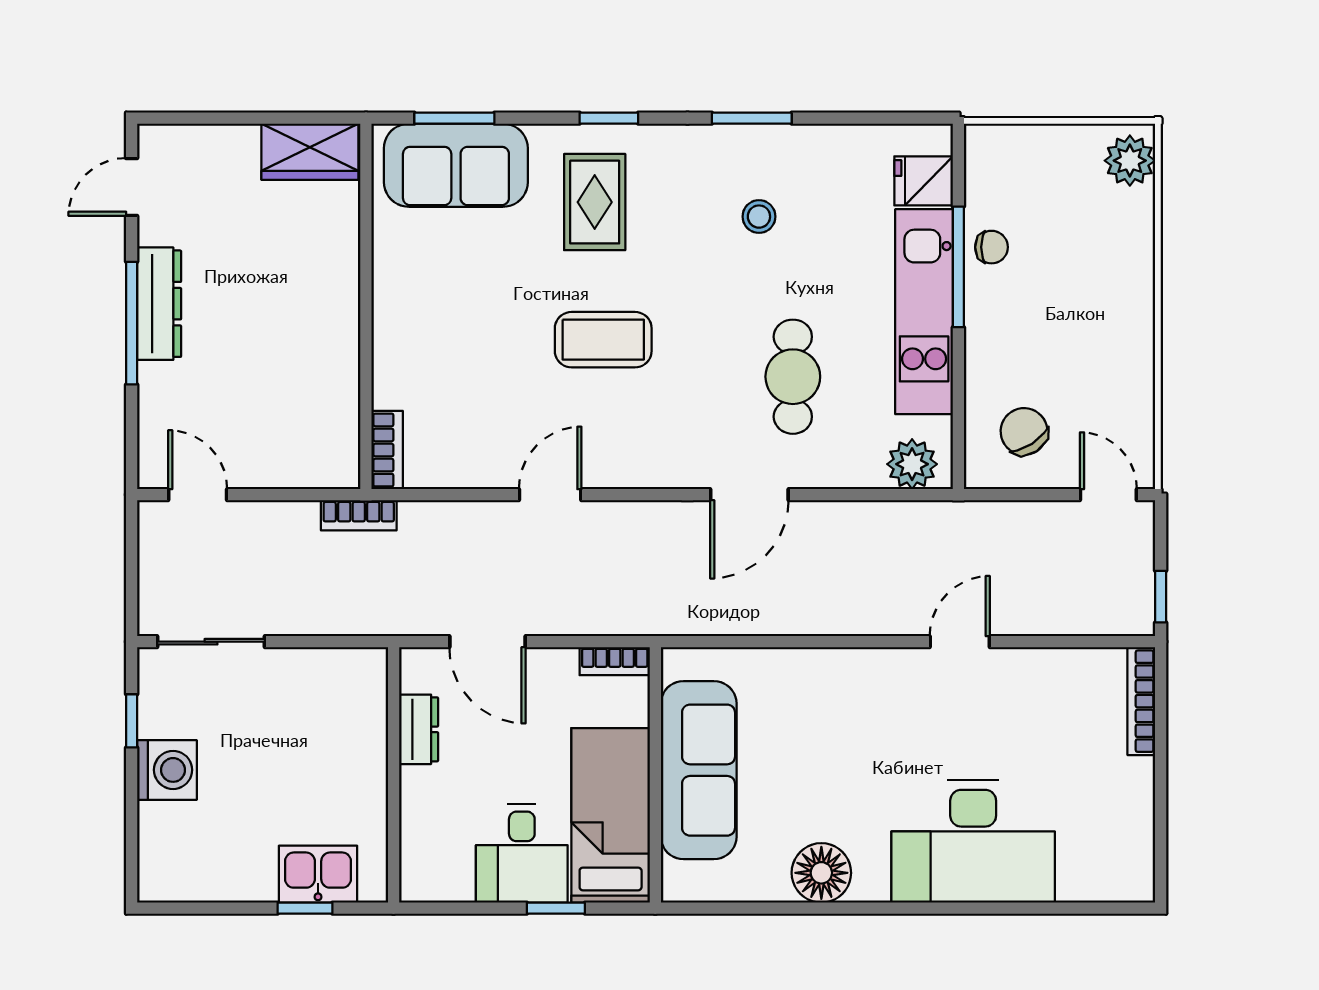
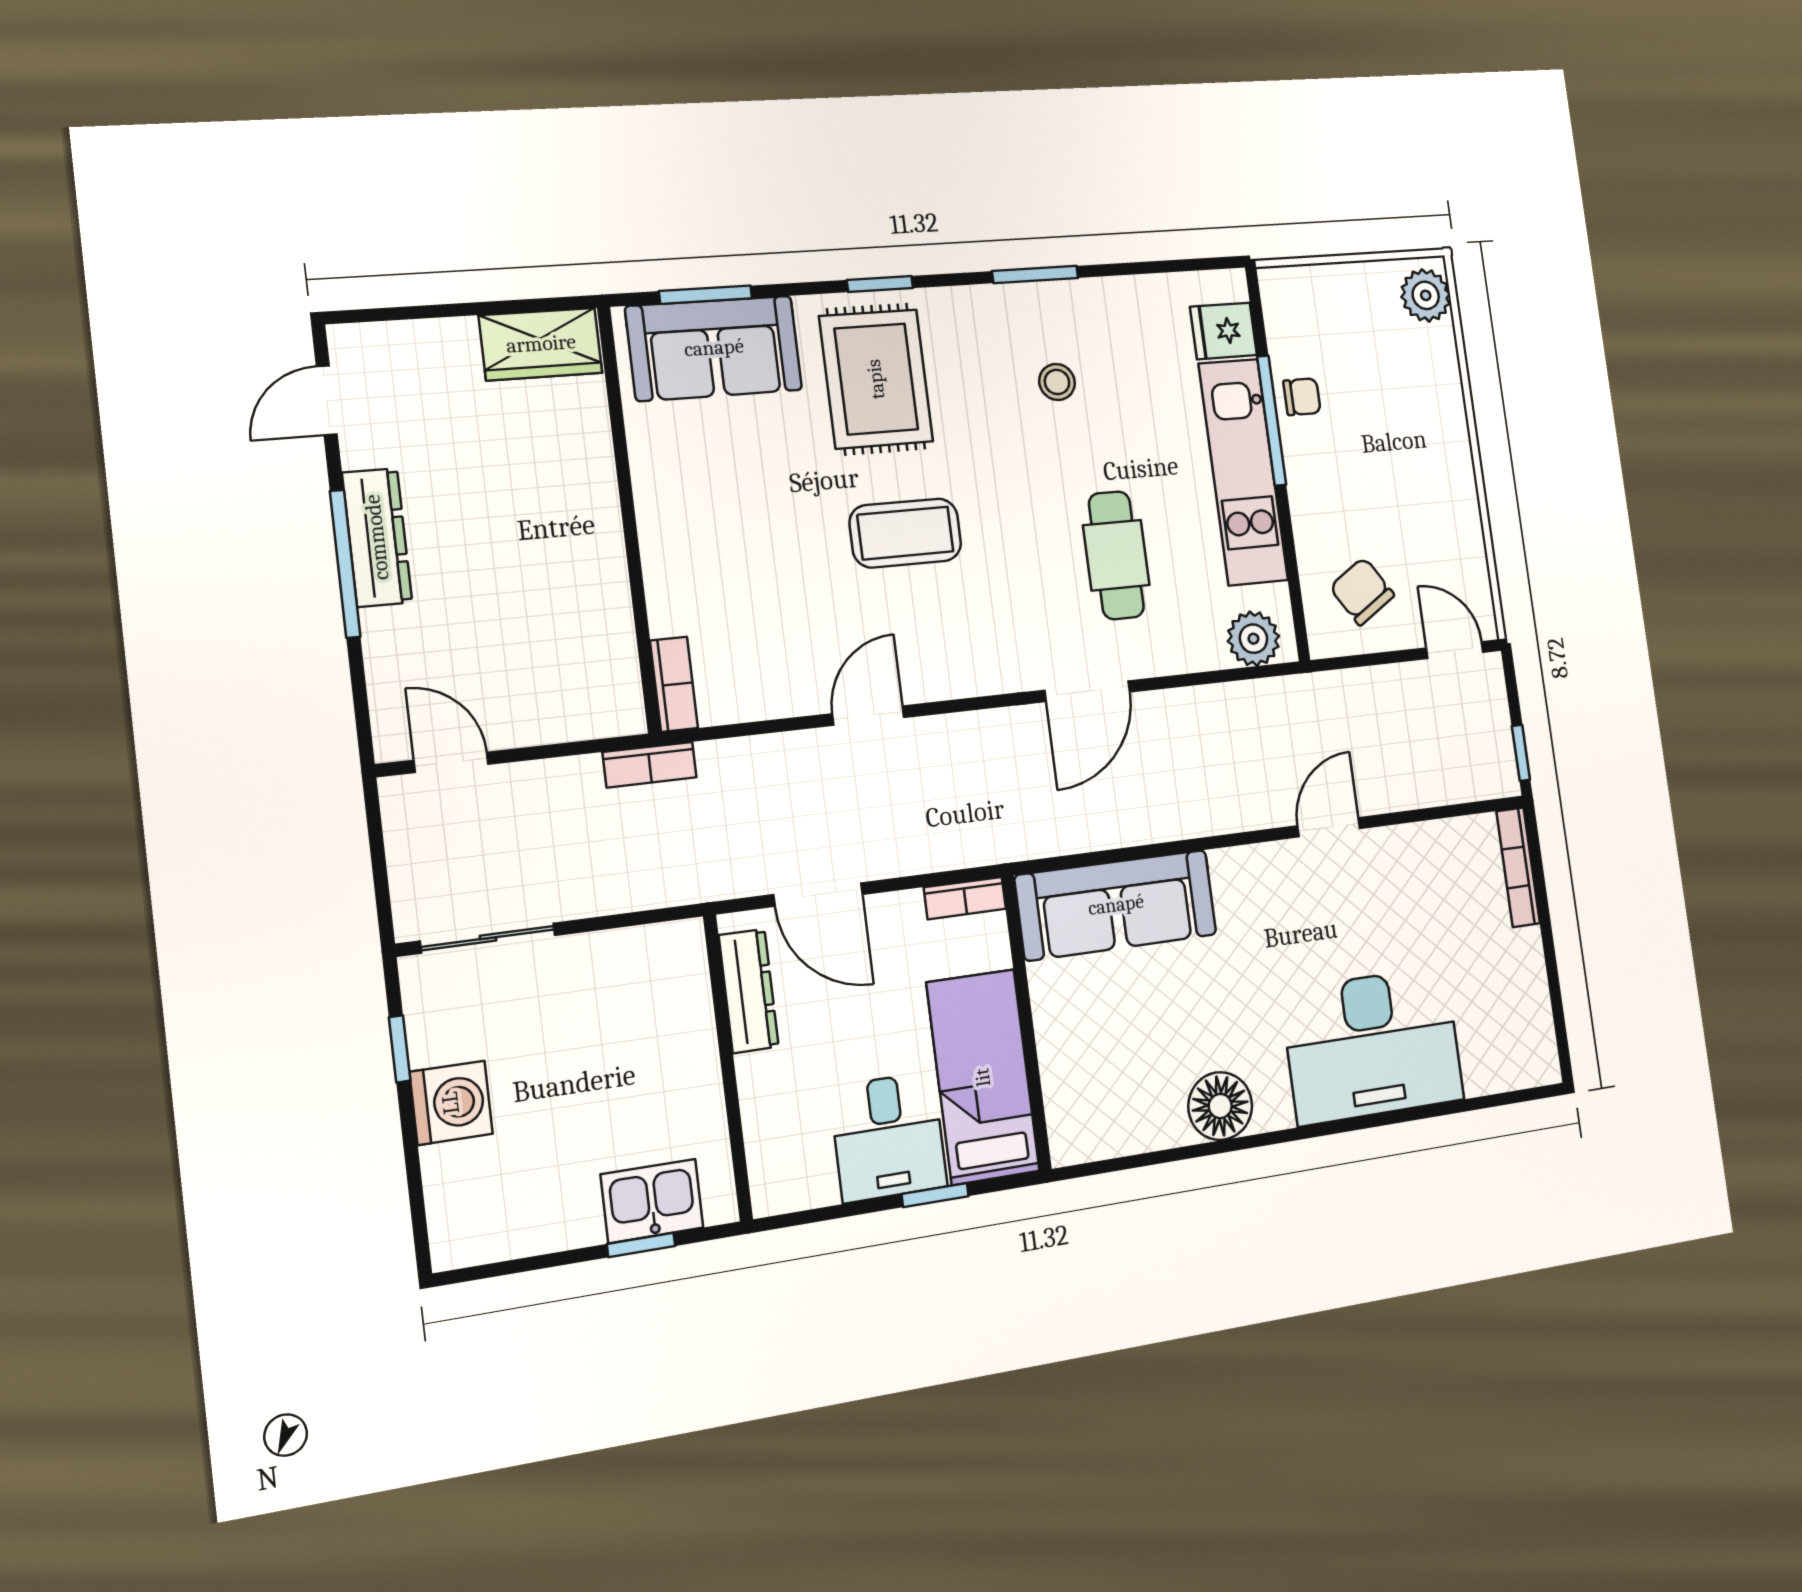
rug: (595, 202) -> (876, 379), width x1.36, depth x1.43
dresser: (419, 729) -> (749, 991), width x1.44
sofa: (699, 770) -> (1116, 905), moved, turned 90

